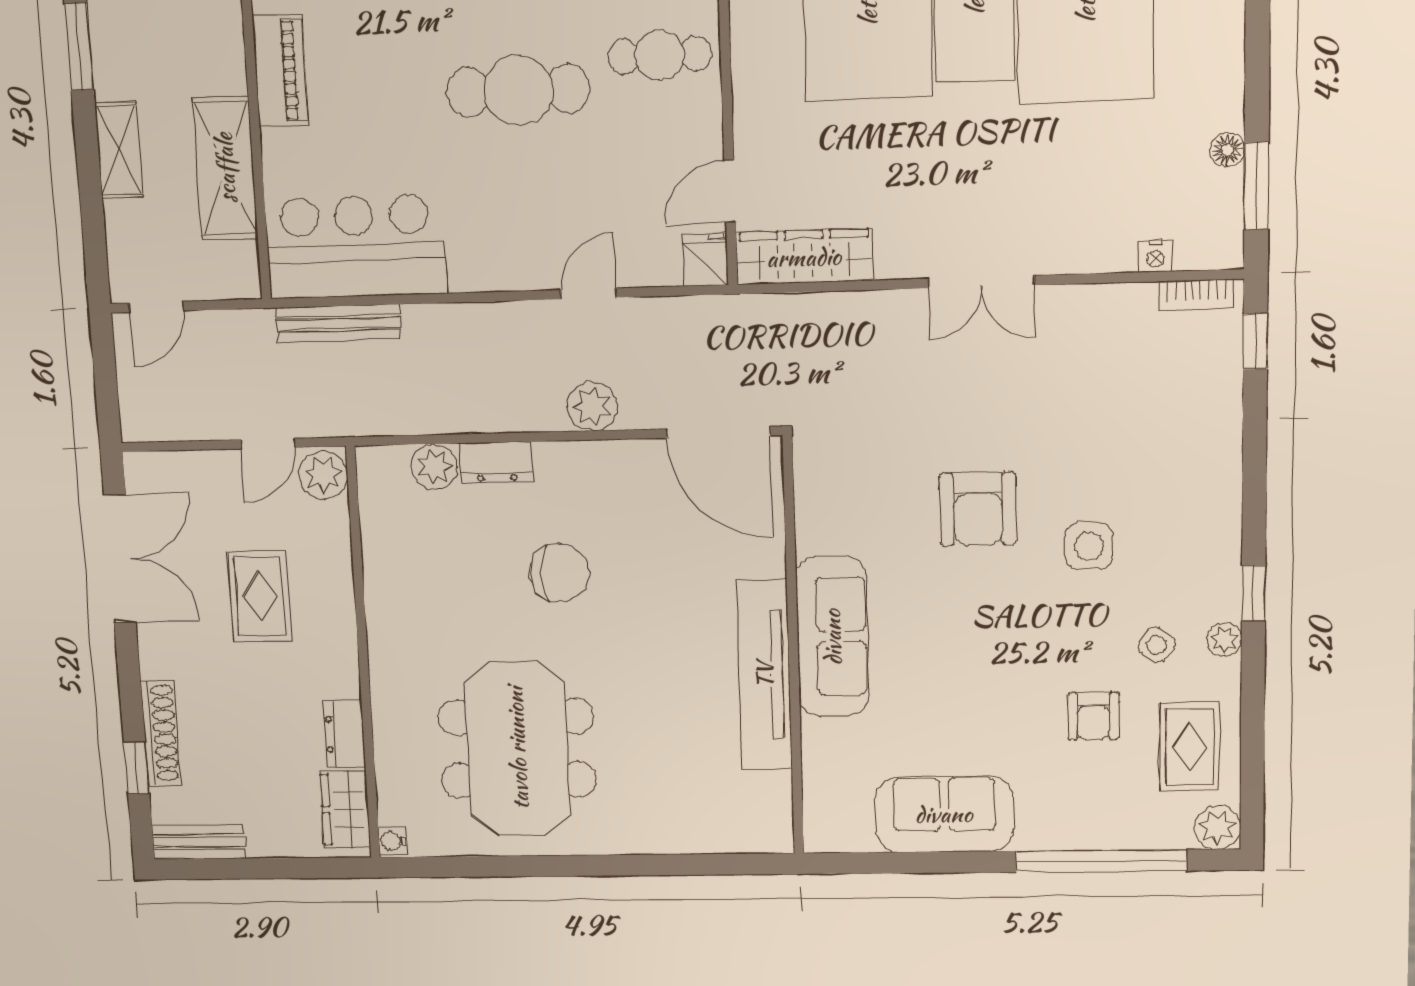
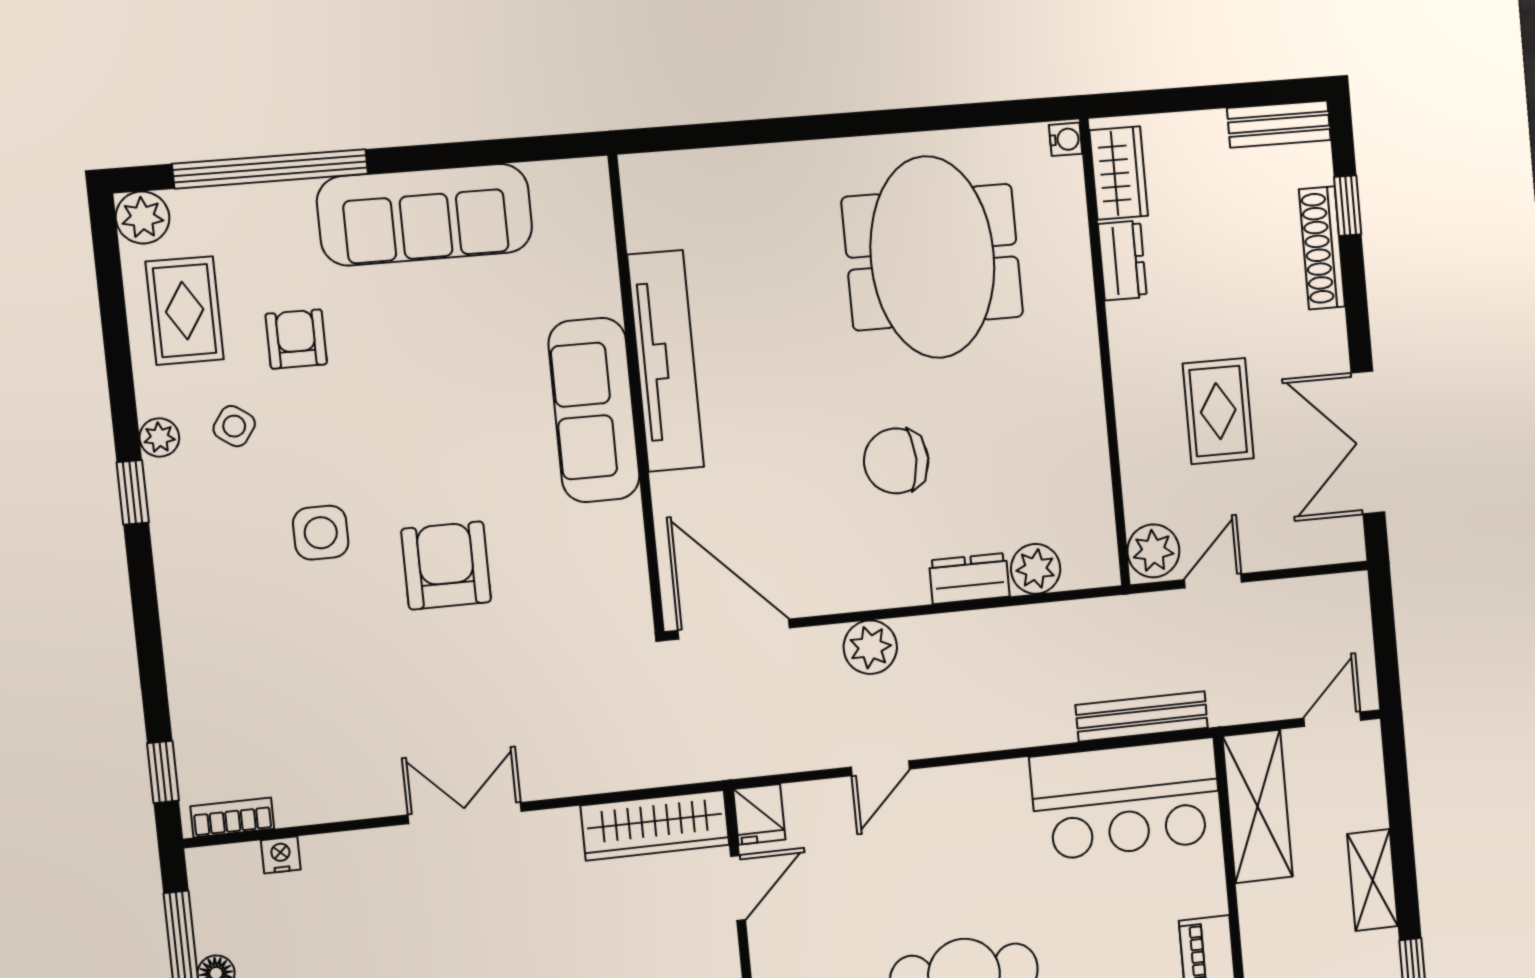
shelving: (225, 168) -> (1258, 806), moved
sofa: (944, 814) -> (425, 215), width x1.36

